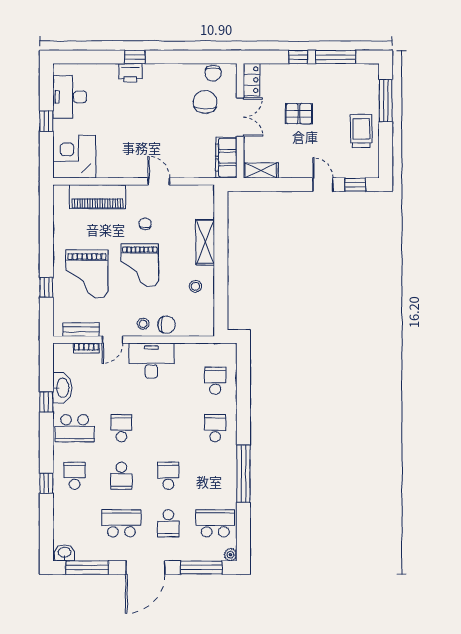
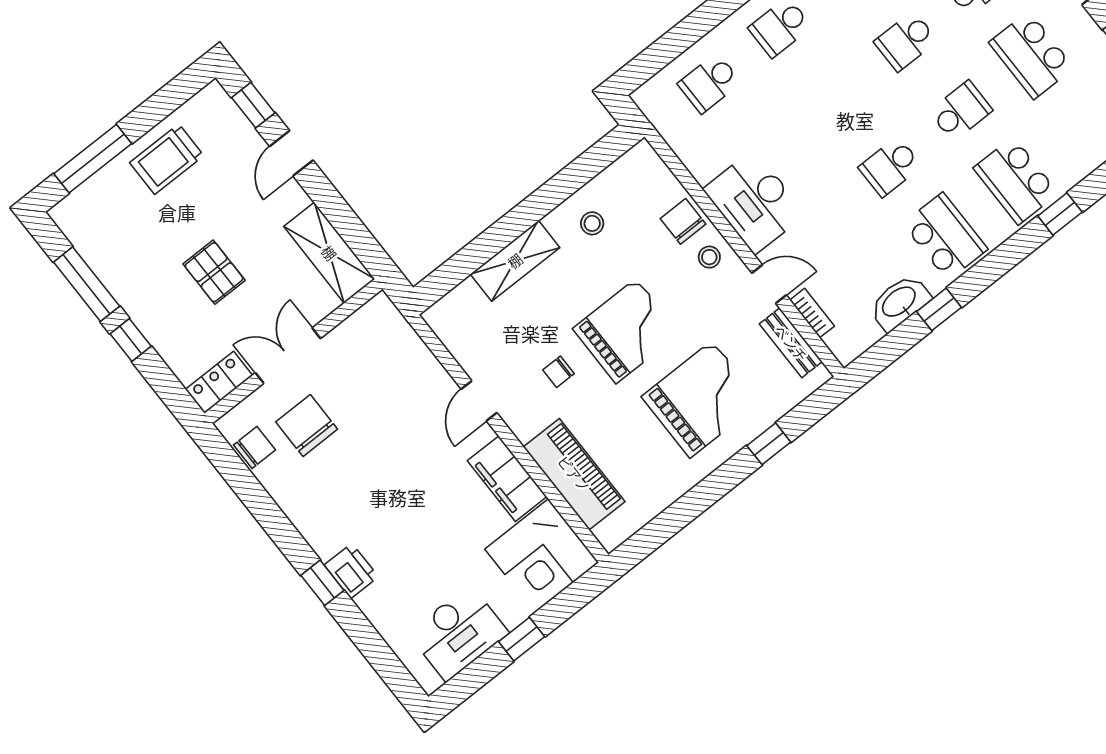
chair: (205, 102) -> (307, 426), turned 90
filing cabinet: (226, 158) -> (507, 479), moved, turned 90
shelving: (261, 170) -> (329, 253), width x1.50, depth x1.33
school desk: (75, 476) -> (1016, 181), width x1.85

